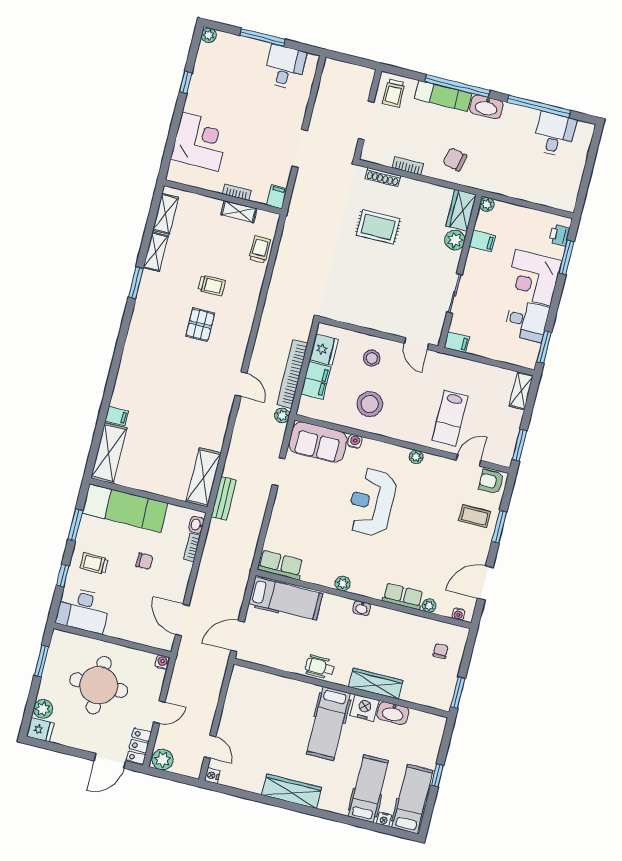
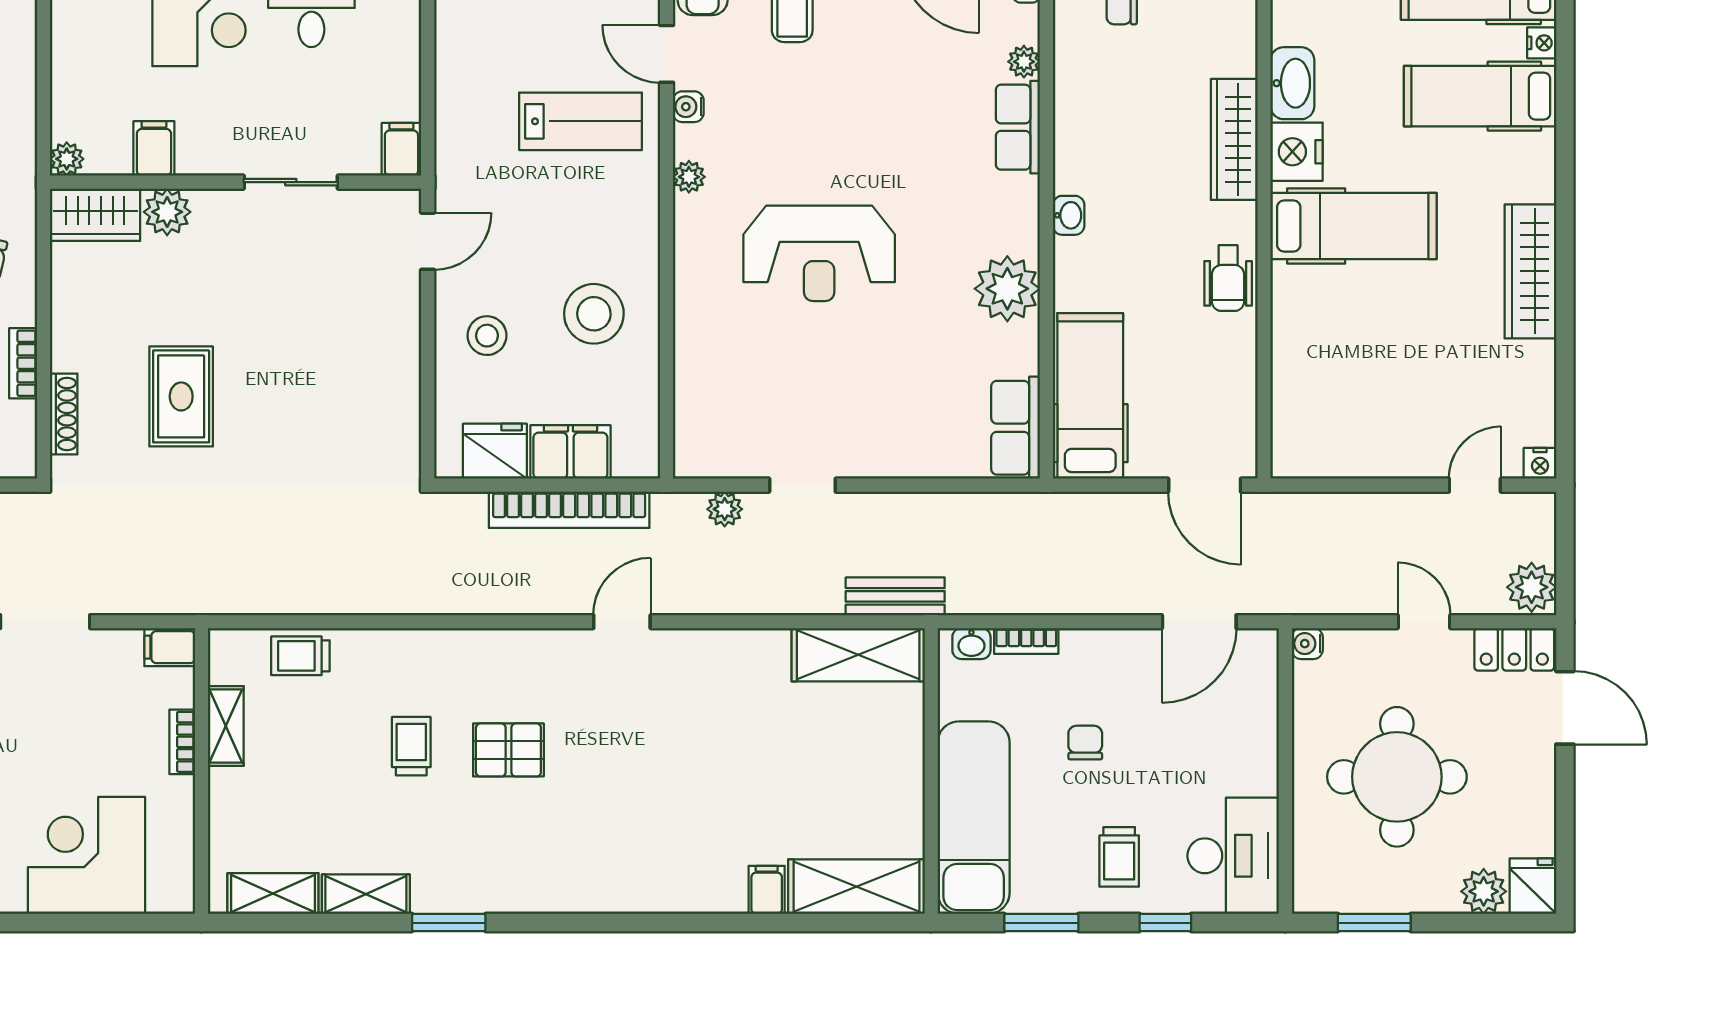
plant: (282, 415) -> (725, 509), moved
water cooler: (355, 441) -> (688, 107), moved
sofa: (318, 442) -> (711, 411), removed
plant: (343, 583) -> (1007, 289), width x1.87, depth x1.87

